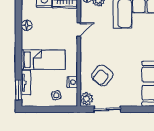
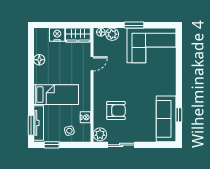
armchair: (102, 75) -> (116, 110), turned -128
tv unit: (26, 83) -> (39, 123), width x1.41
window: (39, 109) -> (52, 145), added

